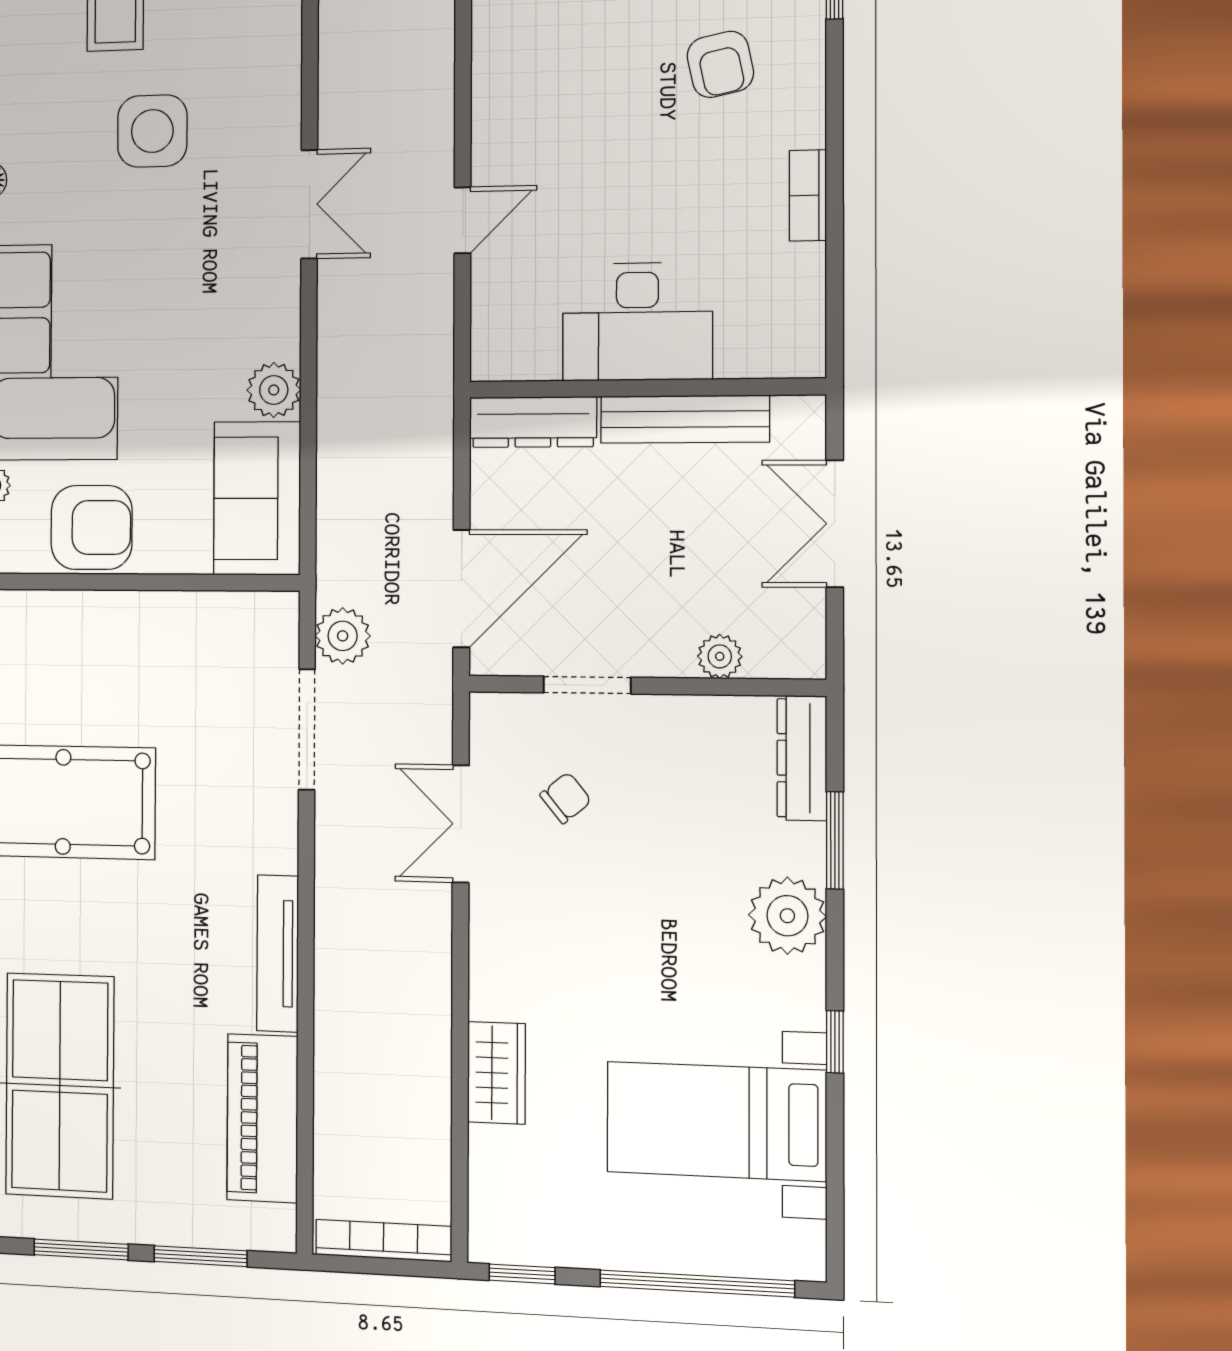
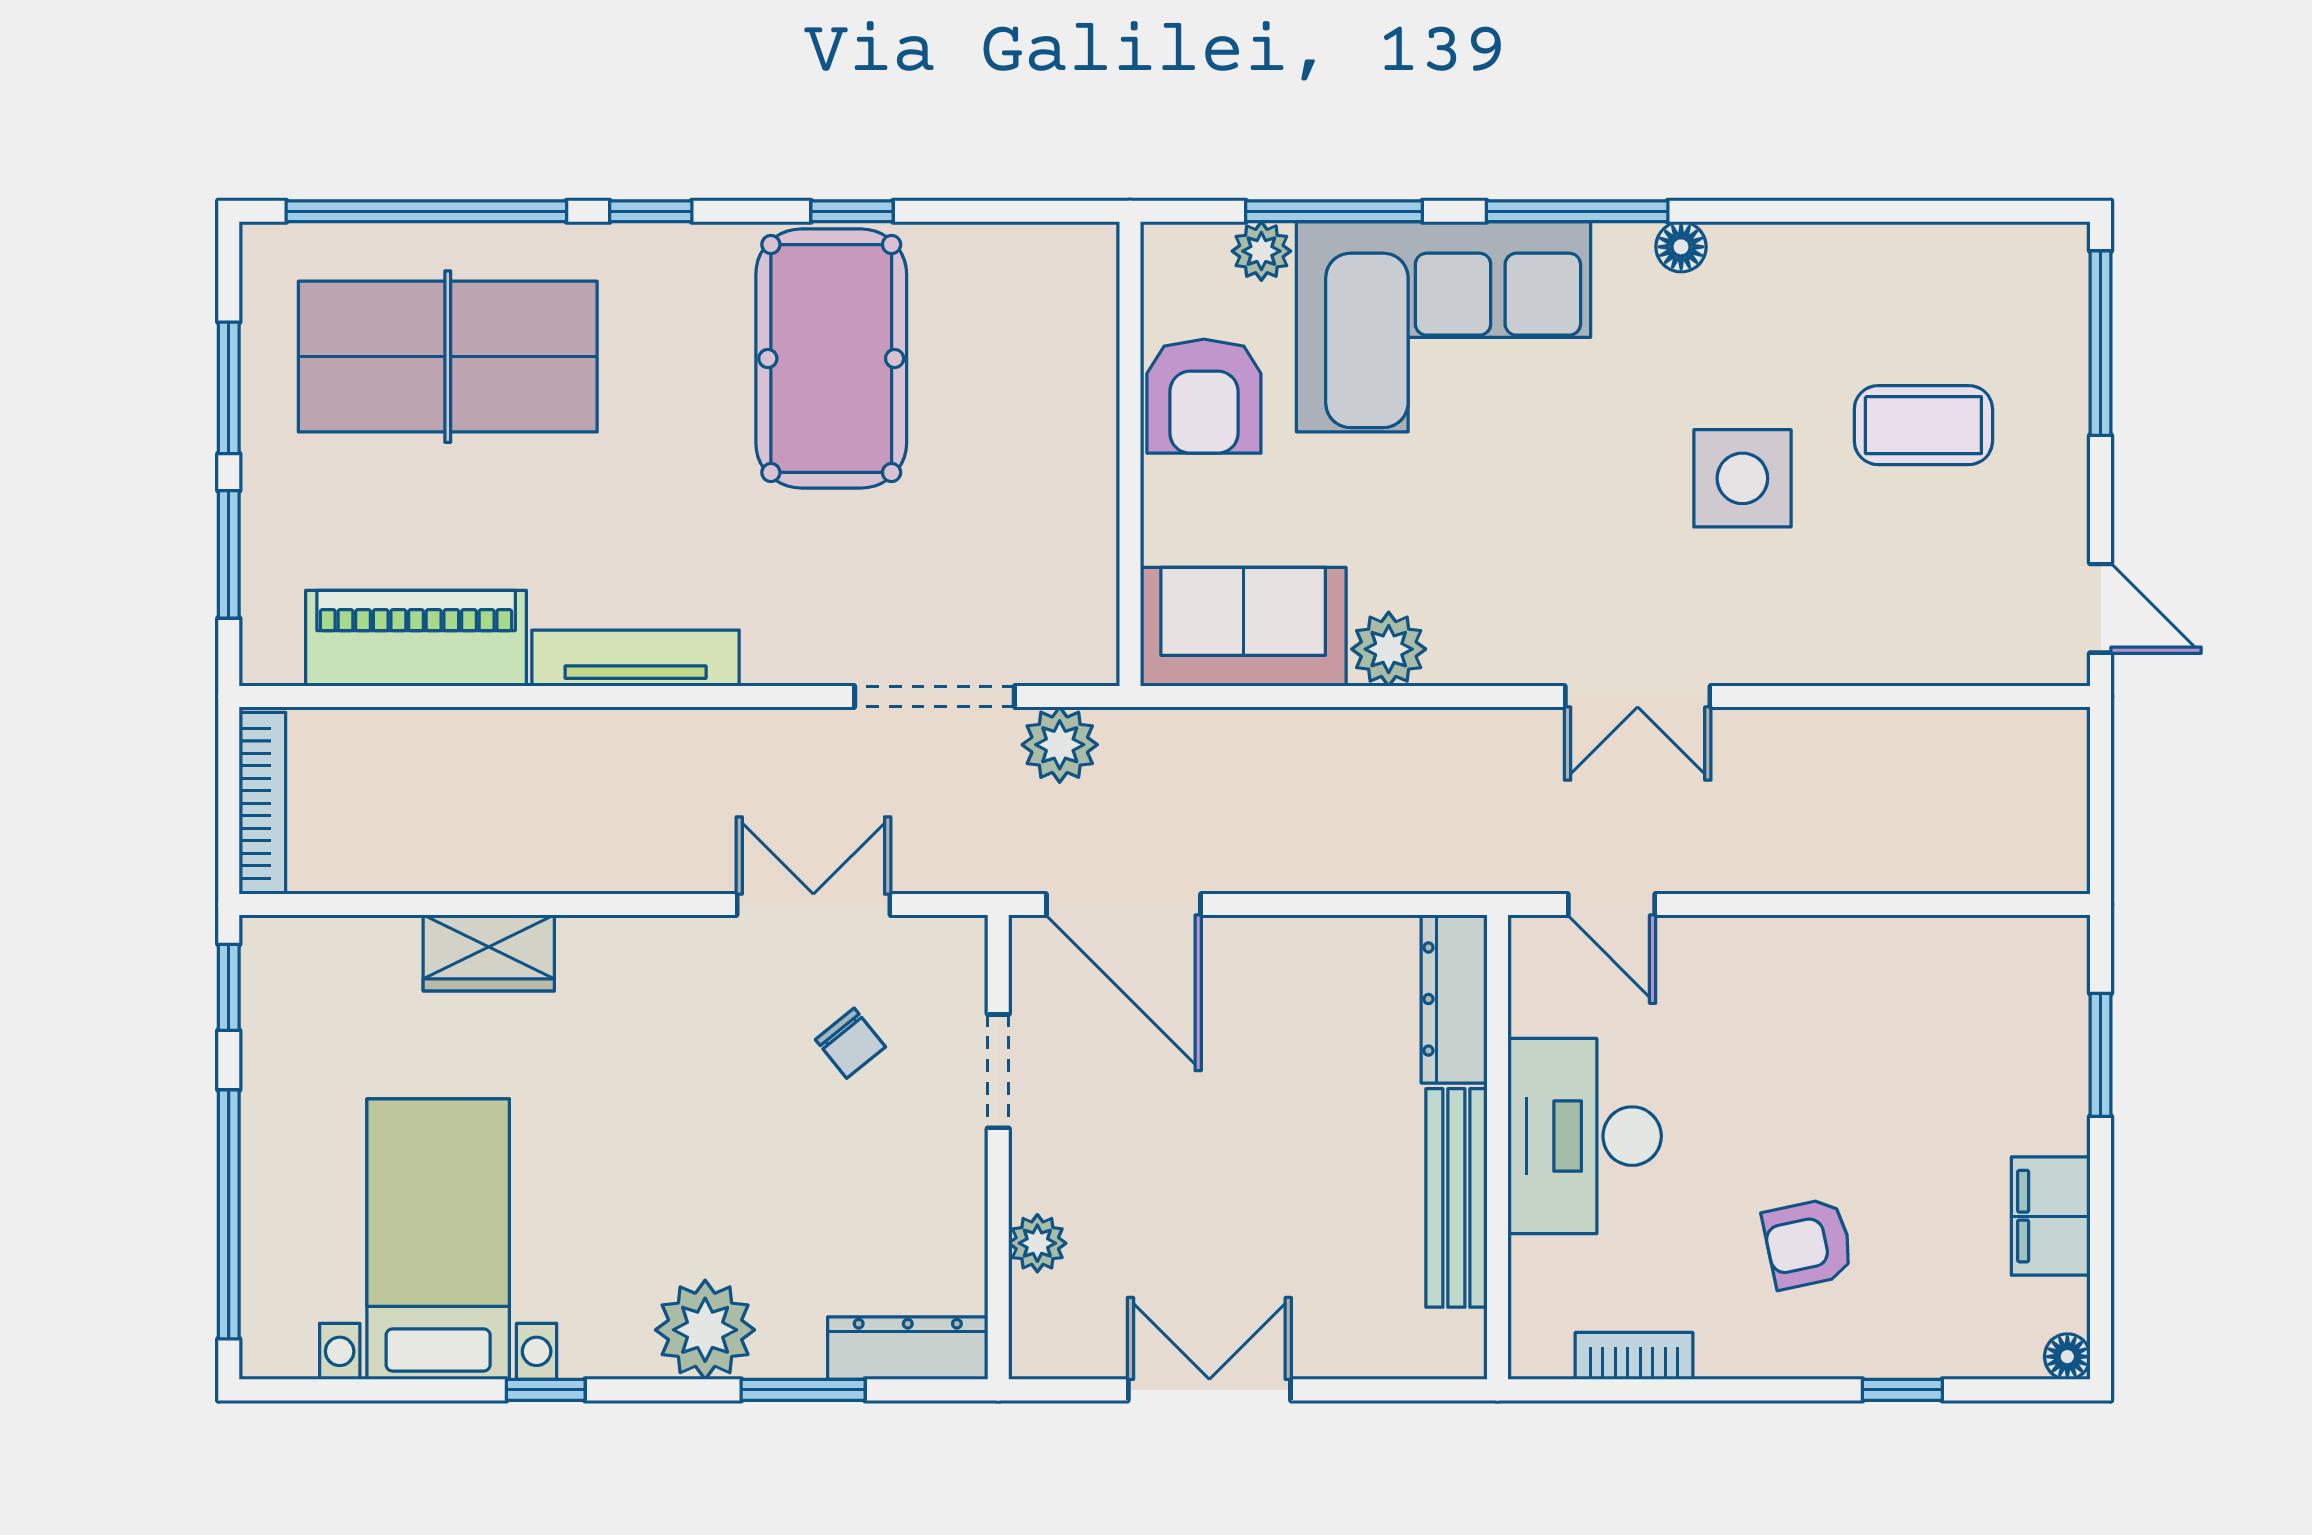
desk: (637, 322) -> (1585, 1136), moved
wall: (646, 388) -> (1497, 1147), moved
bench: (685, 419) -> (1456, 1198), moved
dresser: (533, 422) -> (1454, 999), moved

